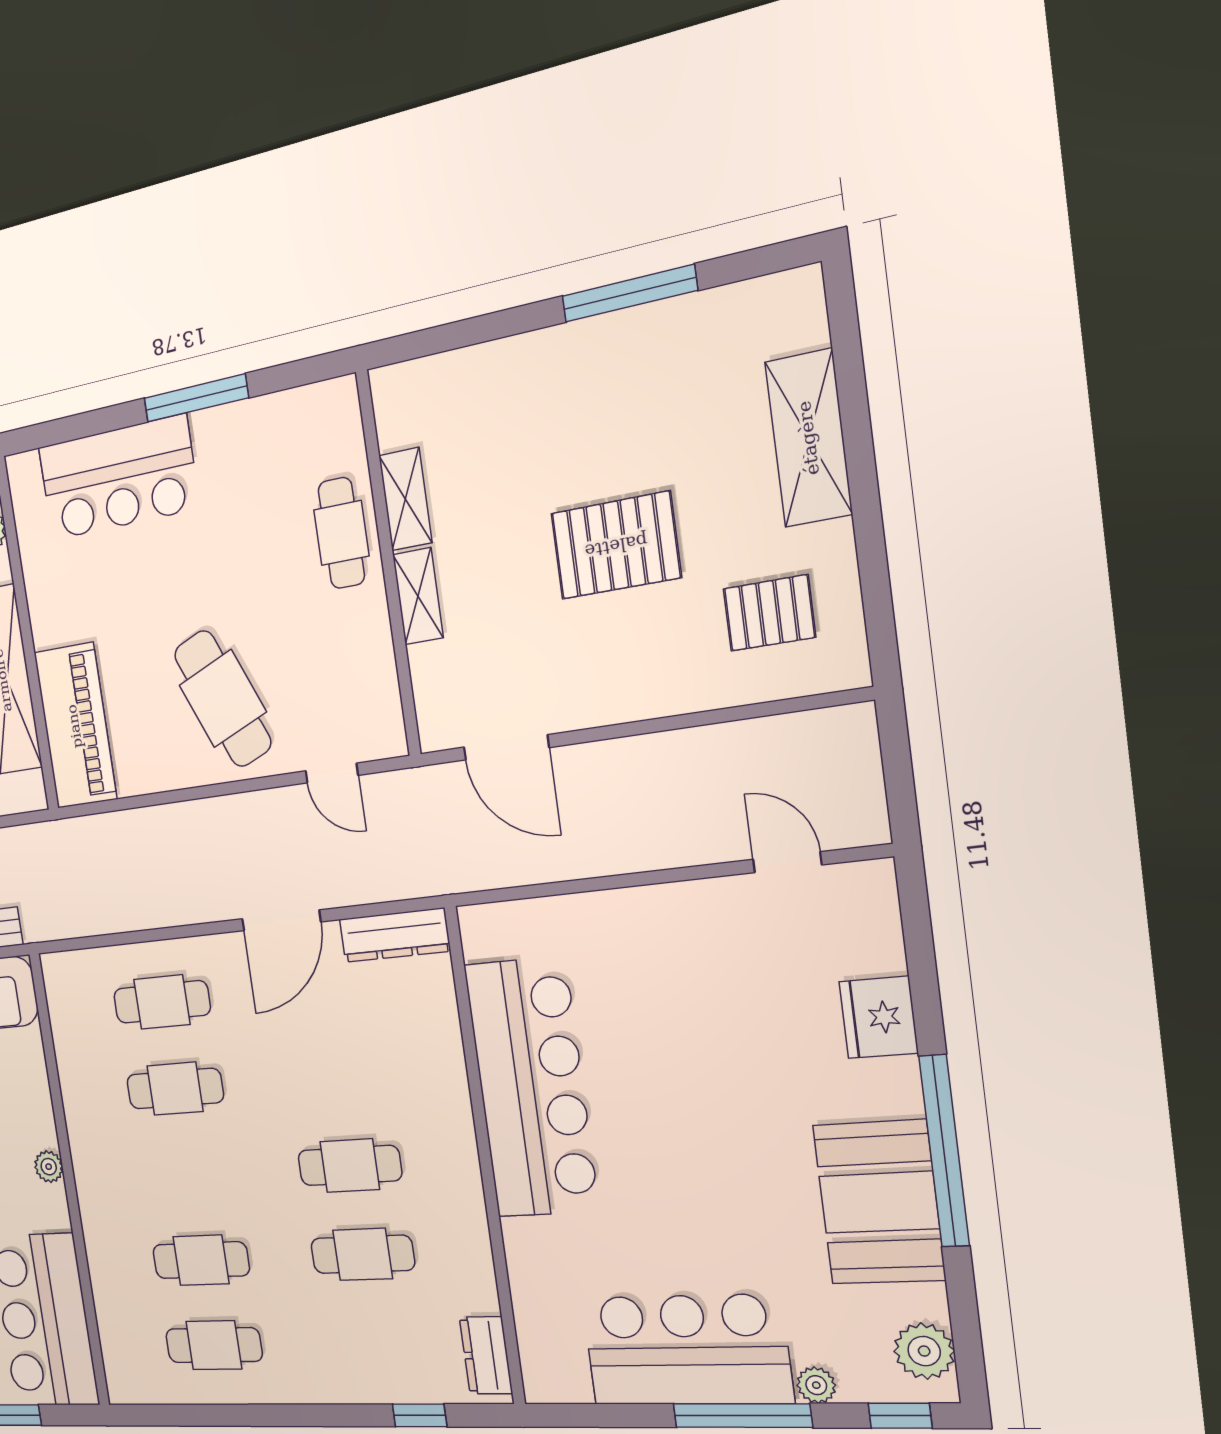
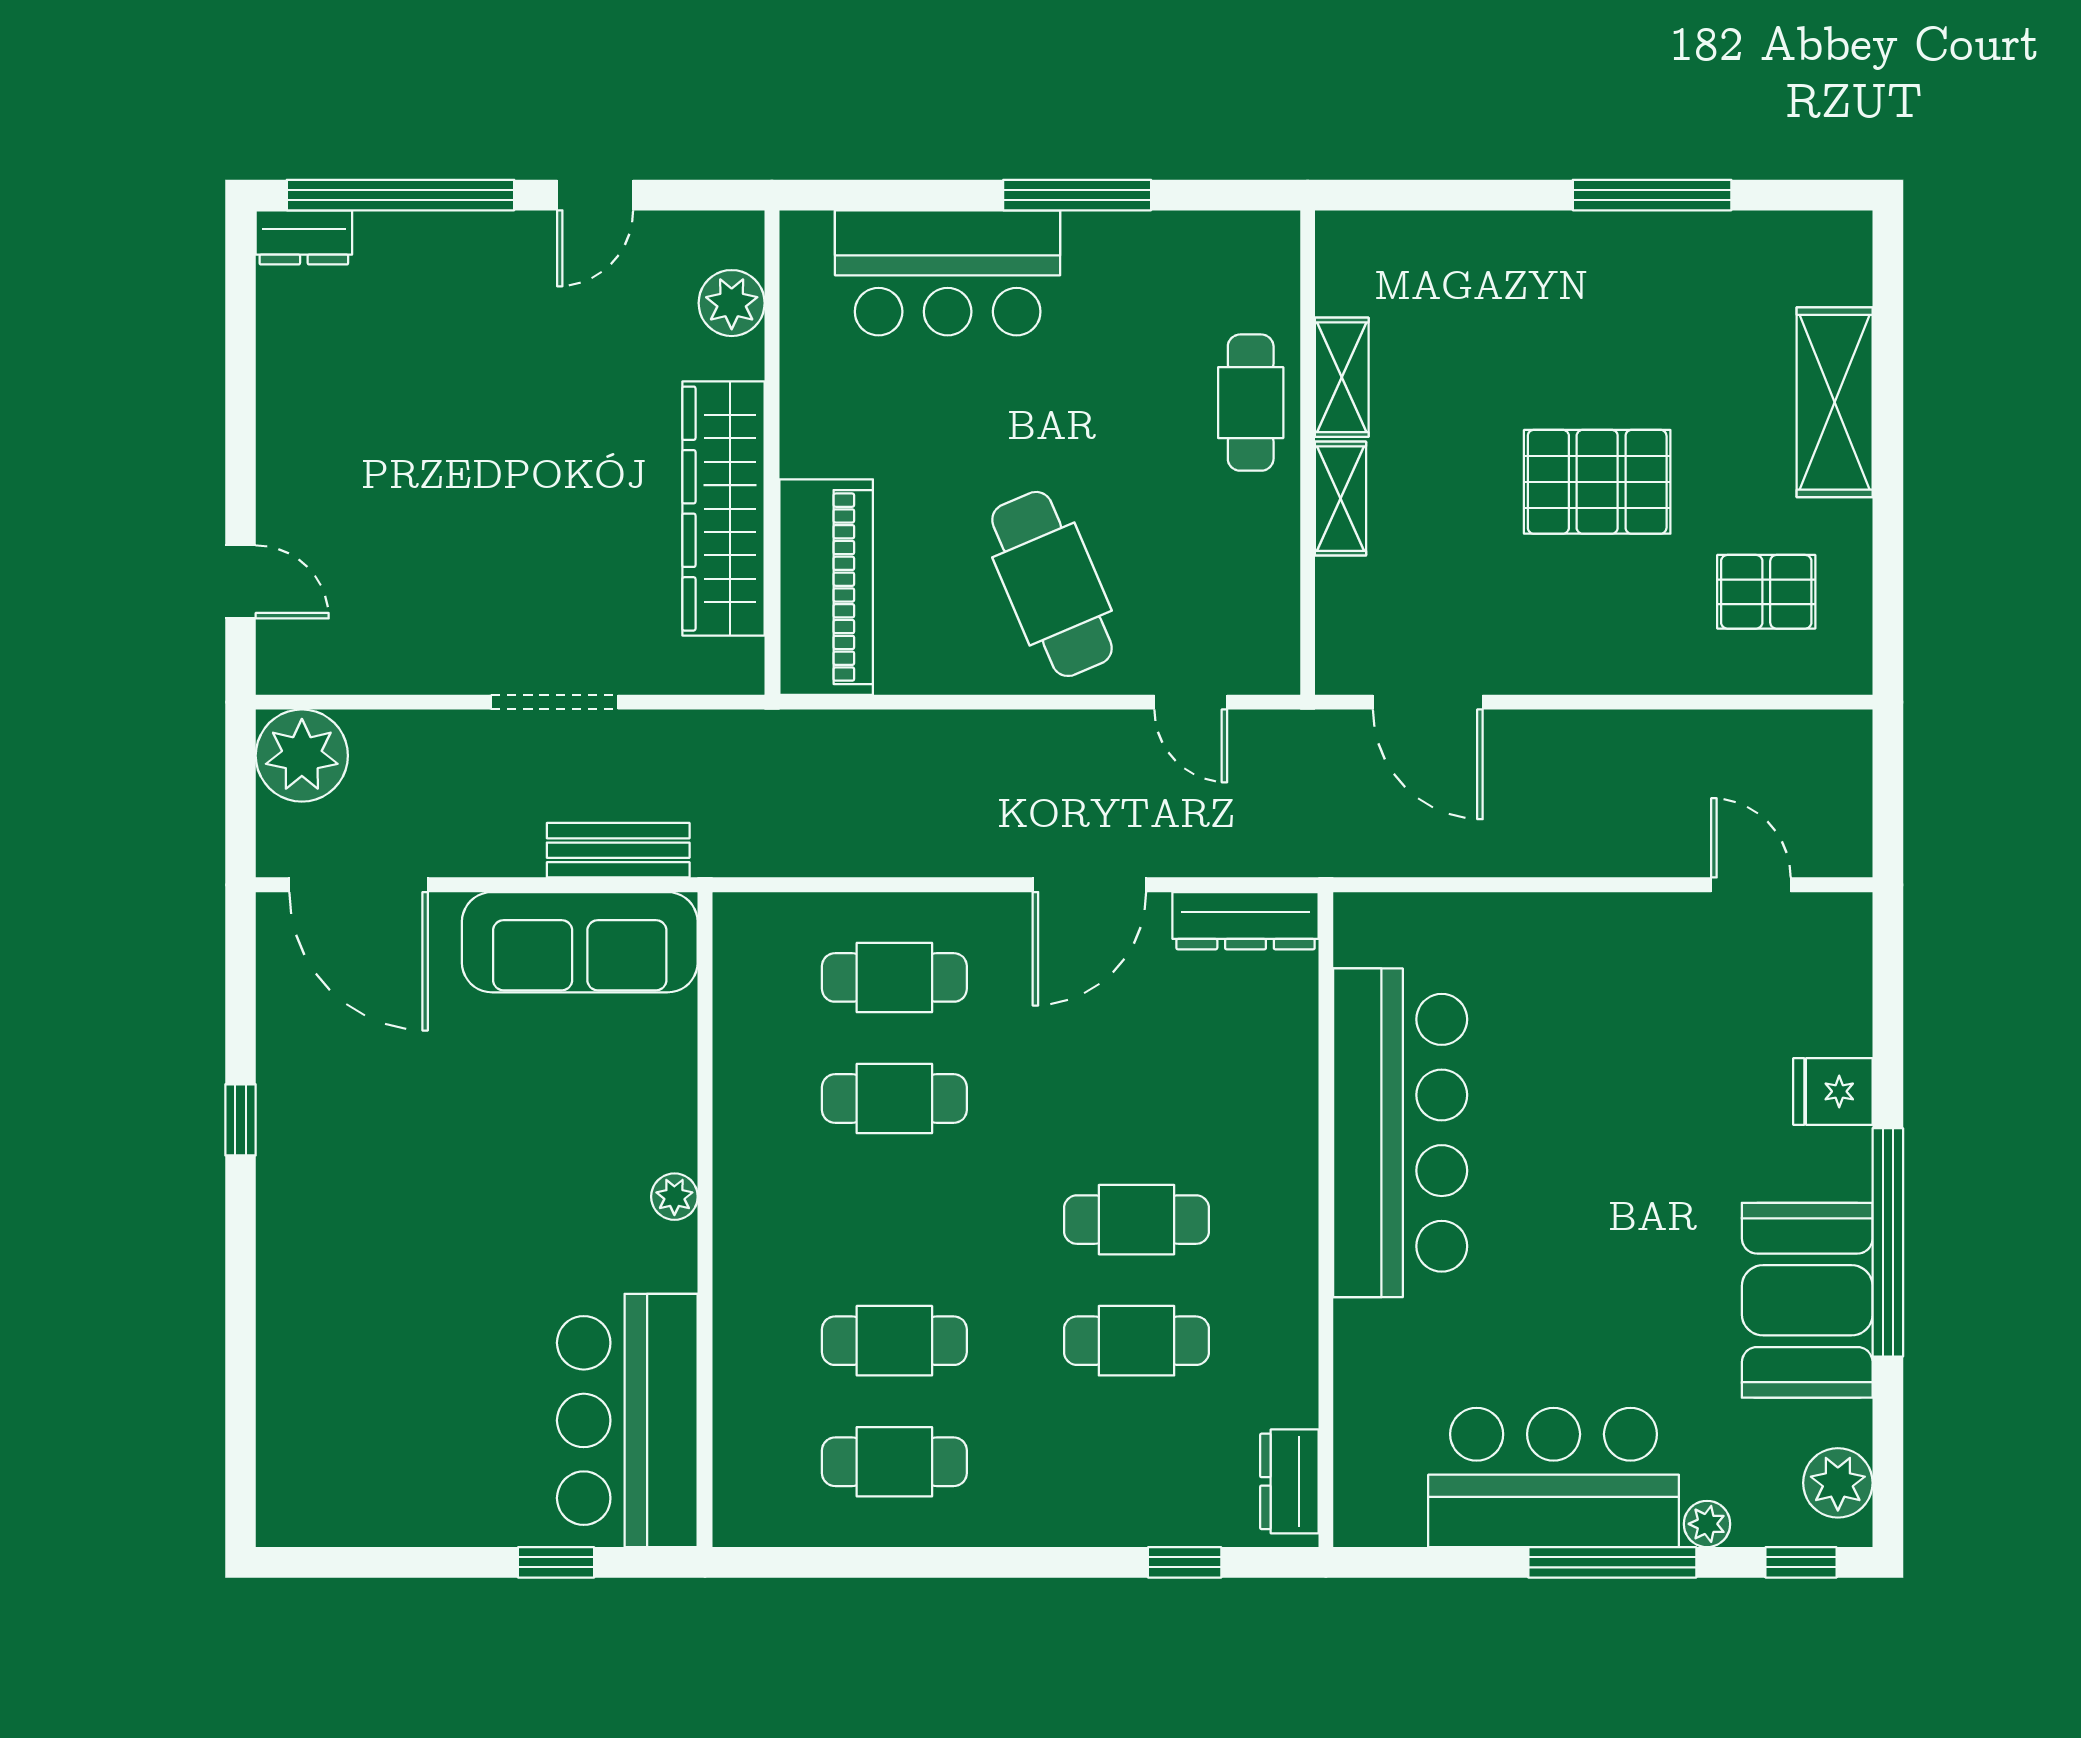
fridge: (879, 1017) -> (1833, 1091), width x0.72

